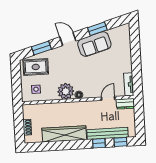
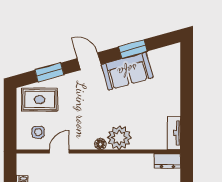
plant: (66, 91) -> (119, 138), moved
door: (108, 98) -> (59, 152), moved

